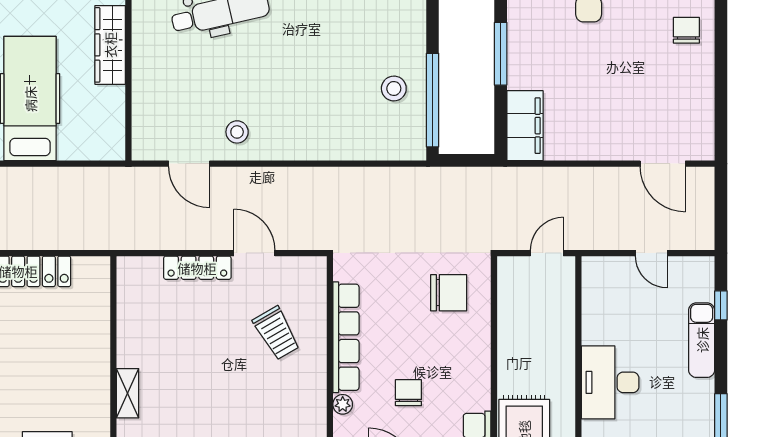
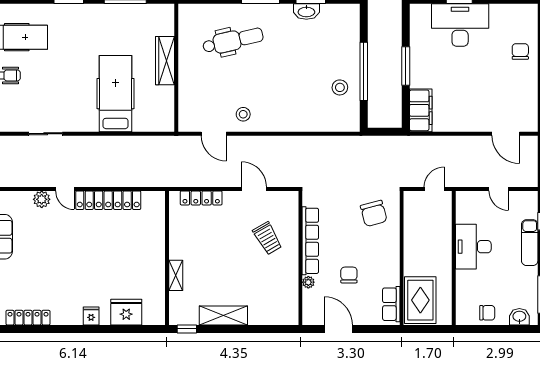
window: (432, 100) -> (364, 71), moved
locker: (197, 268) -> (201, 198), moved
chair: (449, 293) -> (374, 213), turned 75
desk: (610, 382) -> (473, 247), moved

